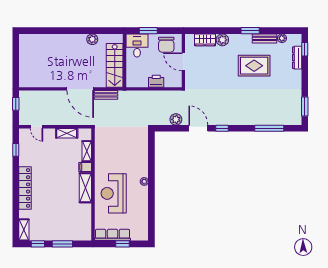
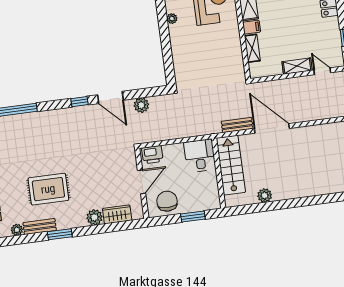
desk: (137, 45) -> (200, 156), moved, turned 180
door: (183, 62) -> (142, 182), hinge flipped
printer: (156, 81) -> (152, 155), moved
shelving: (67, 133) -> (297, 66), moved

